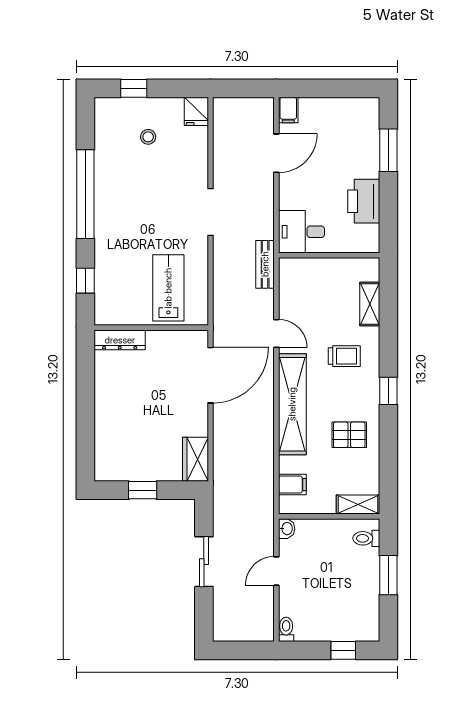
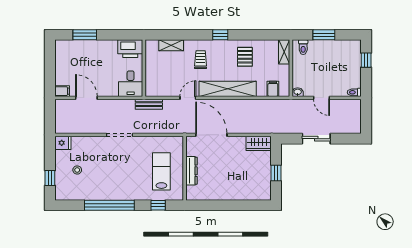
printer: (364, 201) -> (130, 49), moved
lab bench: (168, 288) -> (161, 171), moved, turned 90
dresser: (120, 340) -> (191, 171), moved

